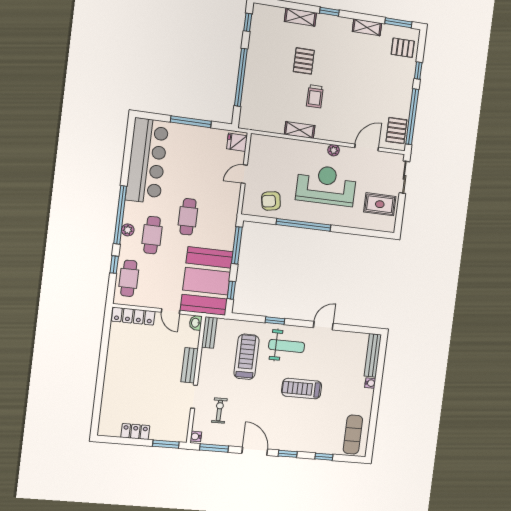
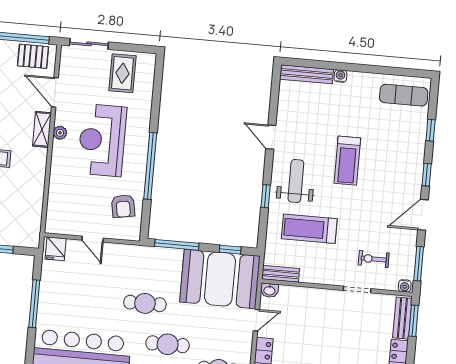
shelving: (300, 130) -> (42, 129), moved
bench: (190, 365) -> (402, 318), moved, turned 90

